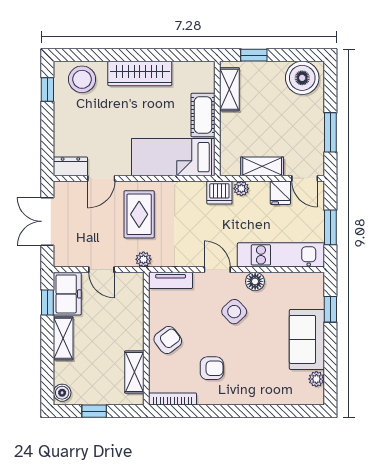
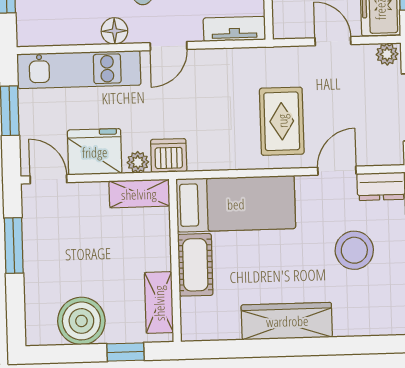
boiler: (302, 78) -> (81, 321), moved
stool: (82, 79) -> (354, 250), moved
shelving: (262, 166) -> (139, 194), moved
fridge: (280, 193) -> (95, 152), width x1.88, depth x1.34
plant: (143, 259) -> (387, 54), moved
door: (217, 270) -> (169, 46), hinge flipped

